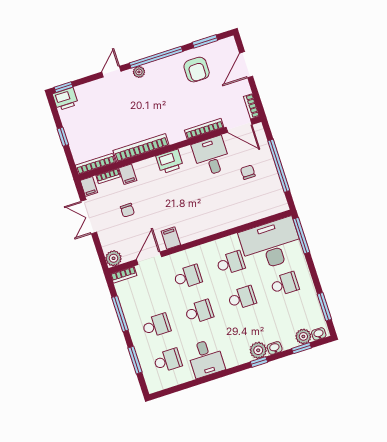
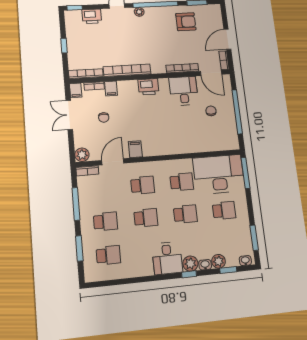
door: (246, 65) -> (227, 39), moved
armchair: (197, 70) -> (186, 22), turned -90
printer: (65, 99) -> (92, 16), moved
plant: (303, 336) -> (219, 261), moved
desk: (206, 358) -> (167, 258), moved

